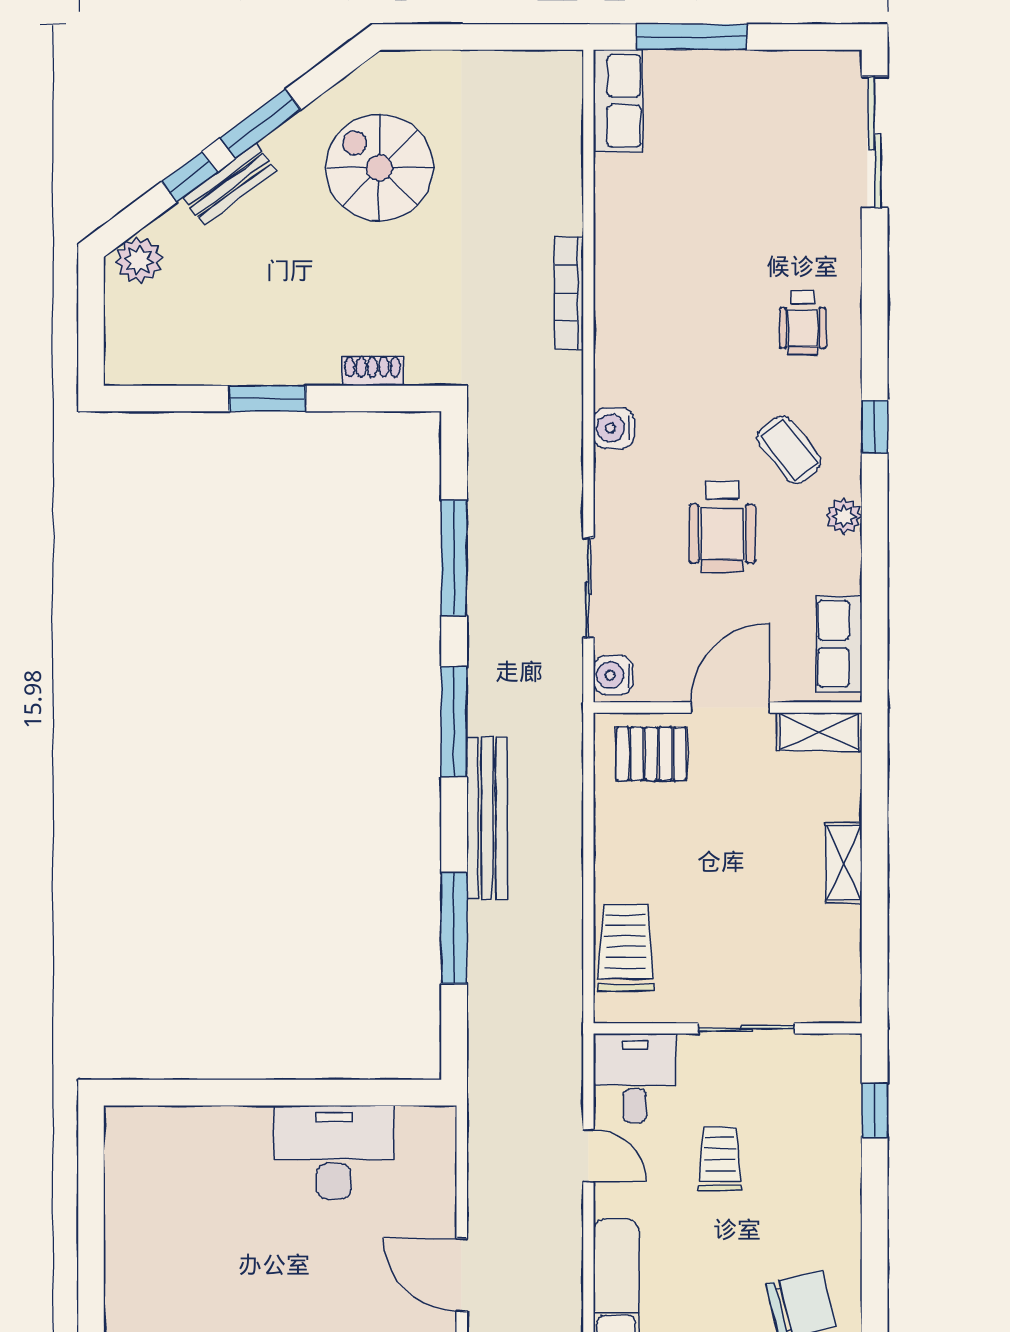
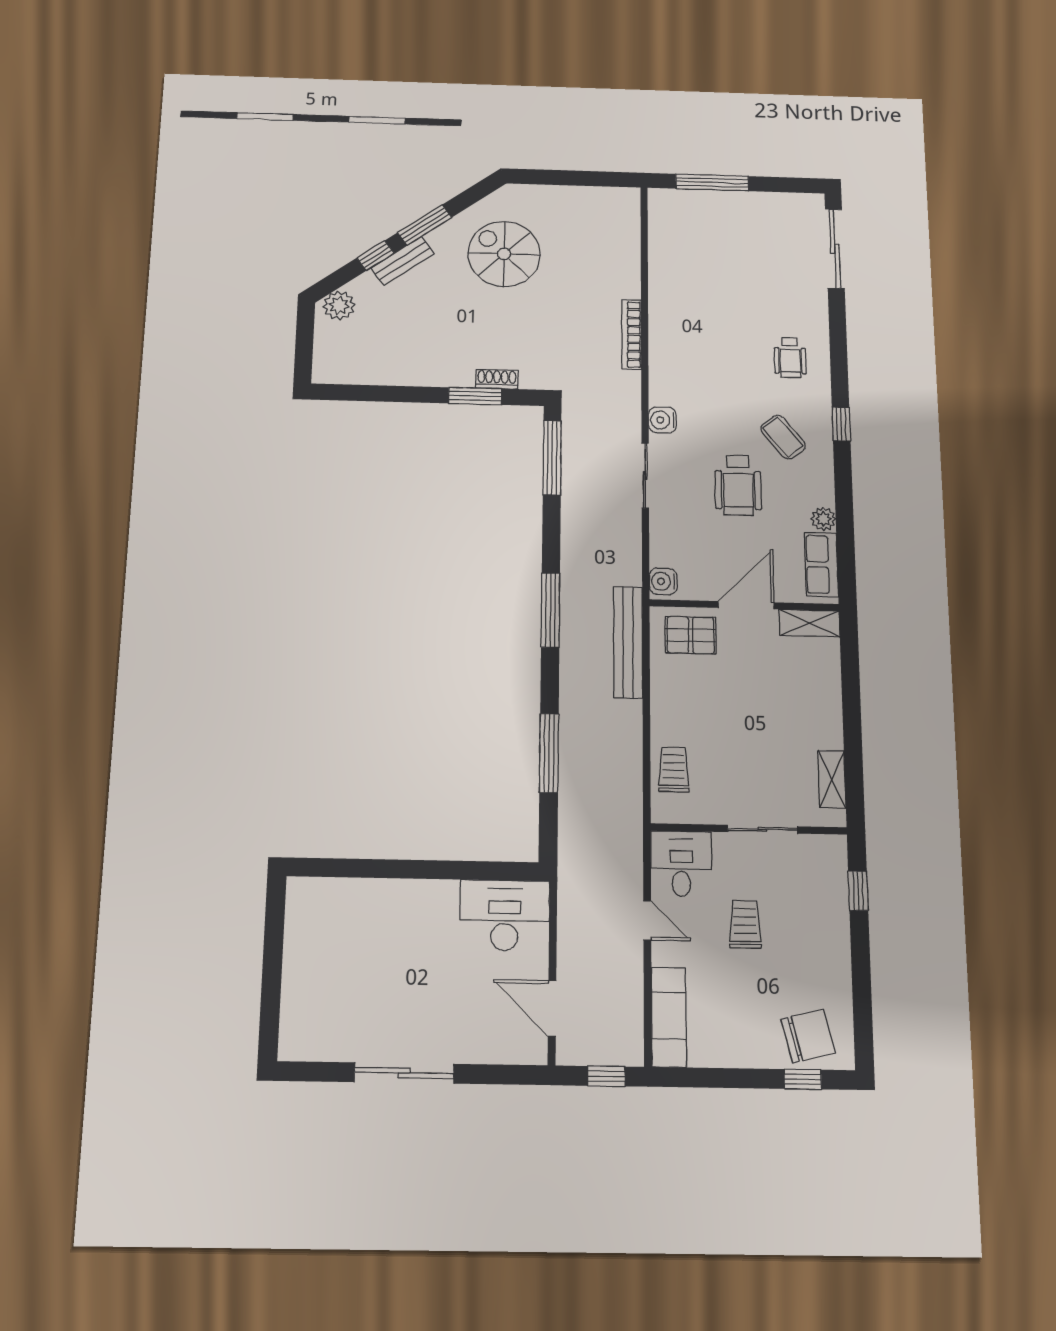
row of seats: (618, 101) -> (664, 219), removed
window: (267, 398) -> (475, 396), moved
plant: (844, 516) -> (823, 519), moved
window: (454, 558) -> (552, 458), moved
sliding door: (588, 588) -> (645, 475), moved
bench: (487, 818) -> (628, 642), moved
shelving: (844, 863) -> (832, 779), moved
trolley: (626, 948) -> (674, 770), width x0.73, depth x0.72
desk: (334, 1152) -> (505, 915), moved

